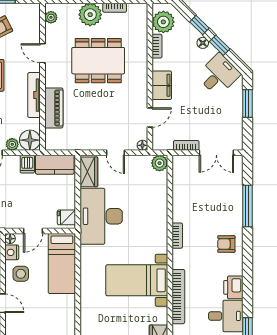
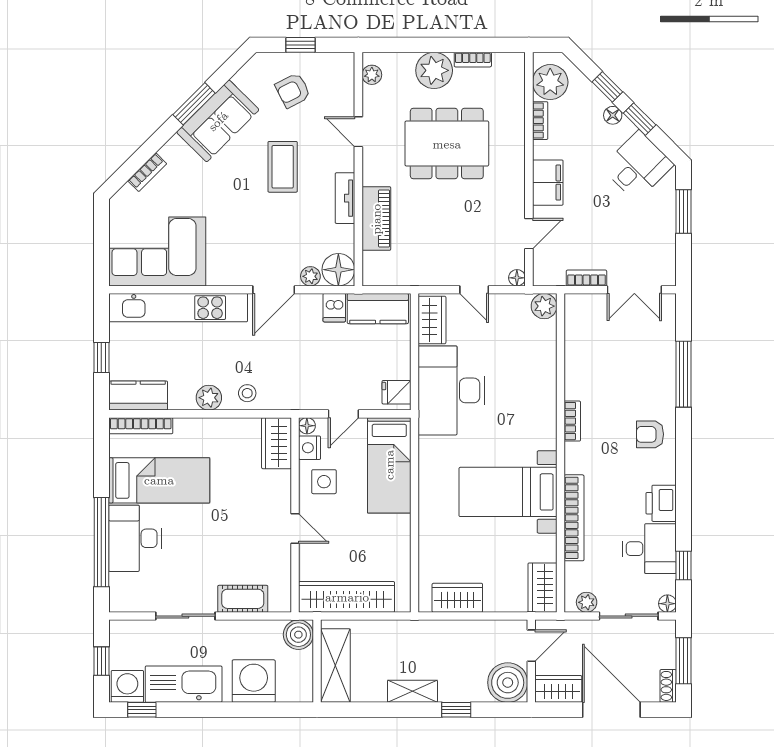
tv unit: (34, 95) -> (345, 198), width x0.71

